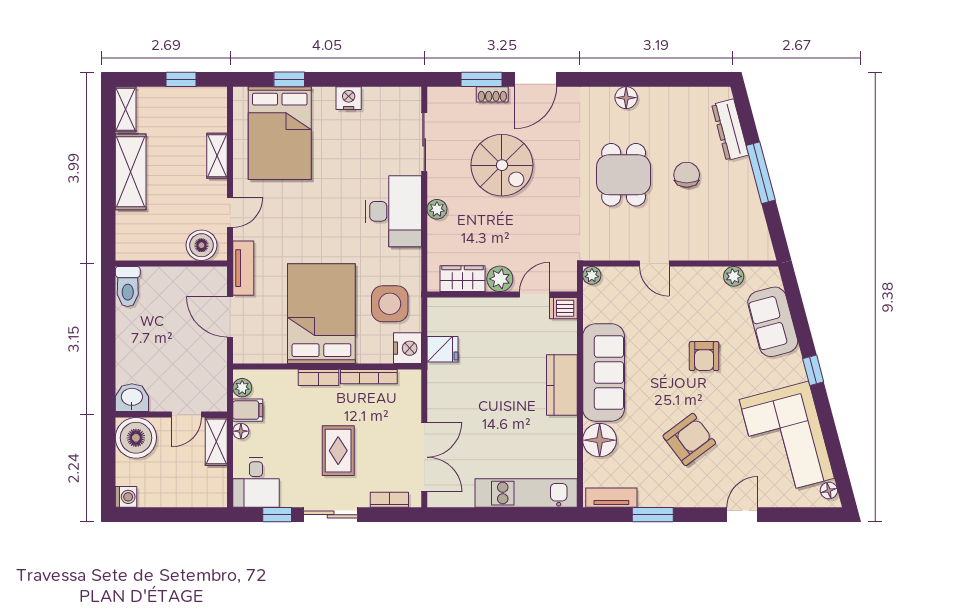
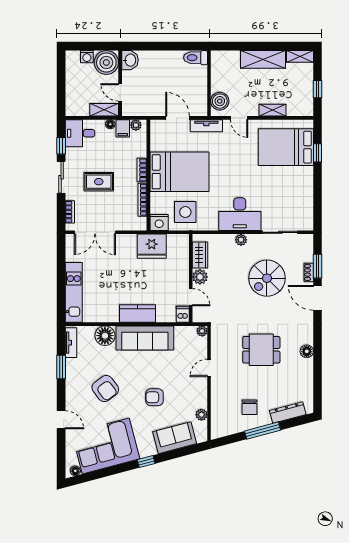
nightstand: (349, 98) -> (306, 188), removed
chair: (687, 175) -> (250, 407), moved, turned 90
door: (230, 317) -> (178, 118), hinge flipped
fridge: (442, 349) -> (152, 246), width x1.88, depth x1.34
washing machine: (126, 497) -> (87, 57), moved

